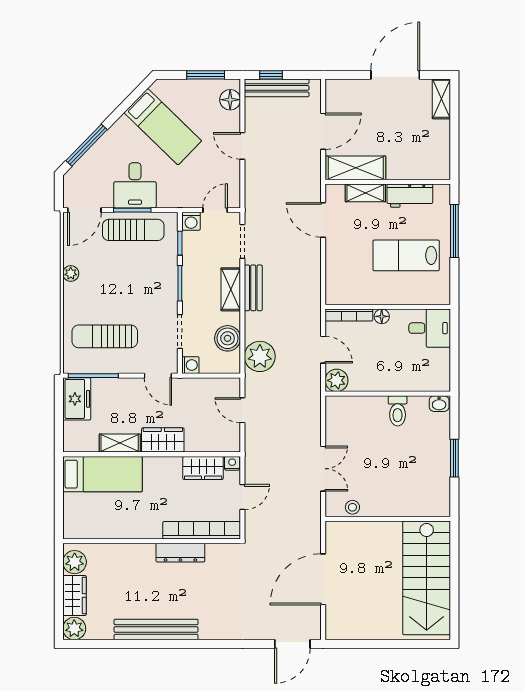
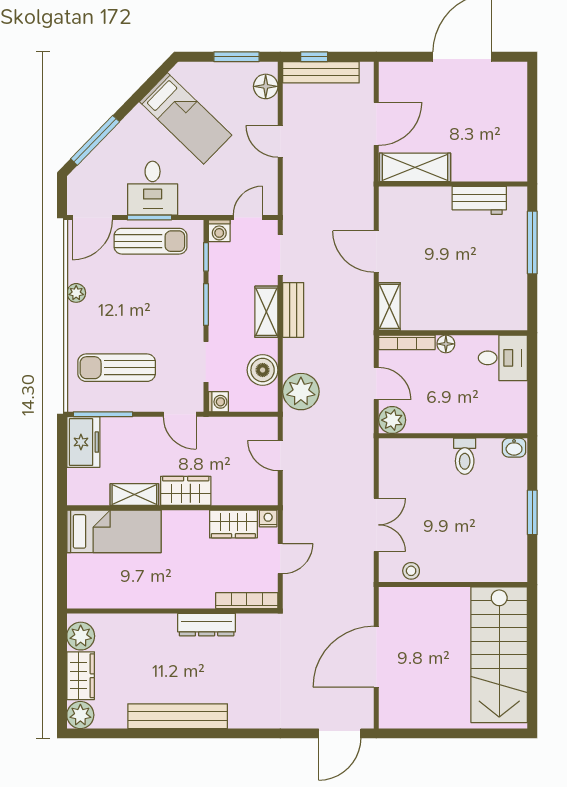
shelving: (441, 99) -> (517, 85), removed
shelving: (365, 193) -> (389, 306), moved, turned 90
door: (323, 220) -> (376, 252), moved
lab bench: (406, 255) -> (475, 271), removed
bookcase: (202, 530) -> (247, 601), width x0.68, depth x0.76

